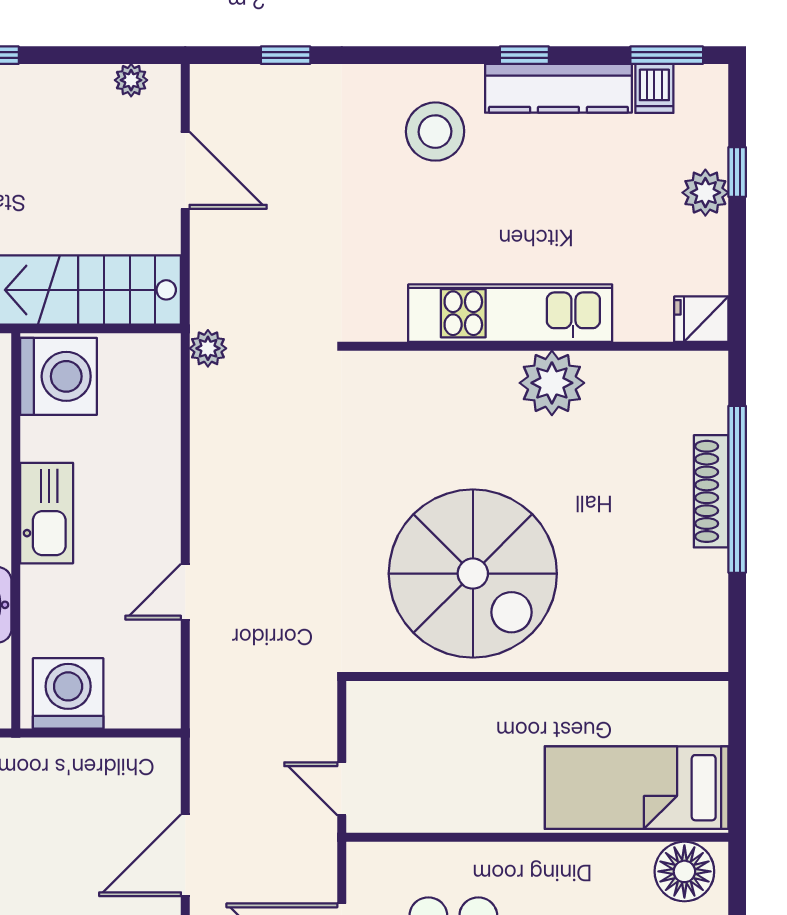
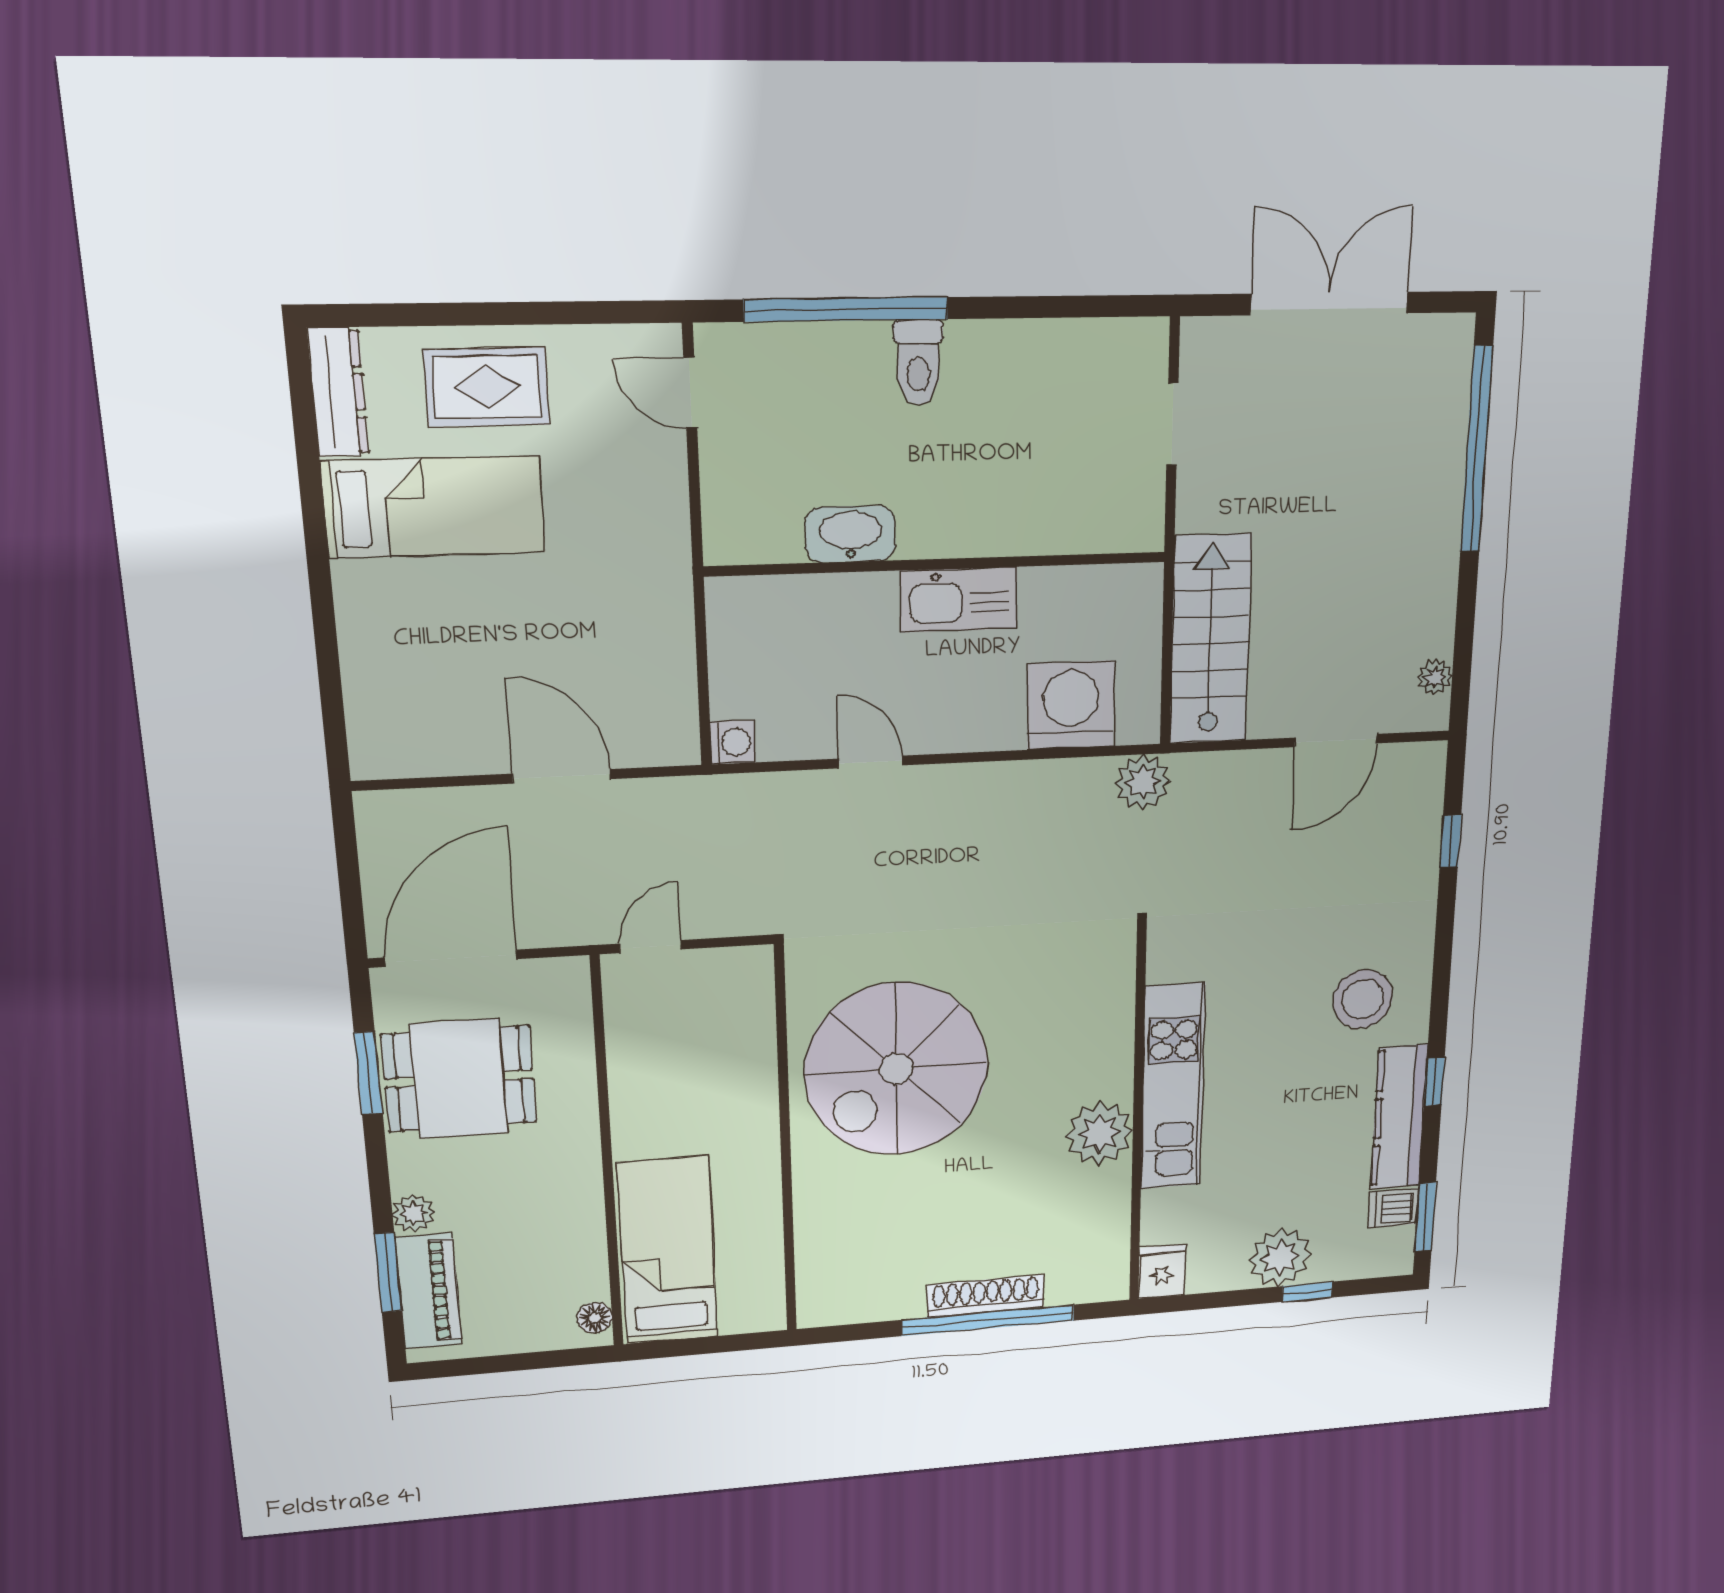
plant: (705, 193) -> (1280, 1257), width x1.36, depth x1.36
plant: (208, 348) -> (1143, 782), width x1.38, depth x1.38
washing machine: (59, 376) -> (1071, 705), moved, turned 180
washing machine: (68, 693) -> (733, 742), moved, width x0.53, depth x0.53
floor lamp: (684, 871) -> (595, 1318), width x0.53, depth x0.53

